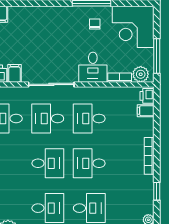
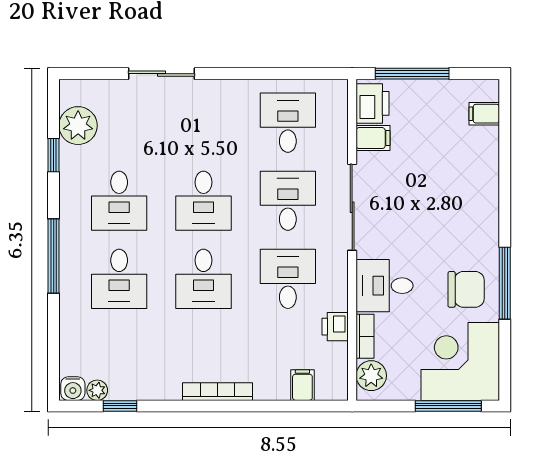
chair: (95, 24) -> (466, 289), width x1.87, depth x1.87
window: (157, 56) -> (448, 406), moved
printer: (147, 96) -> (335, 327), moved, turned -90
desk: (89, 163) -> (203, 279), turned 180
window: (157, 191) -> (120, 406), moved

